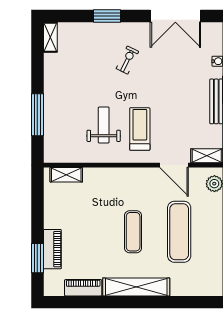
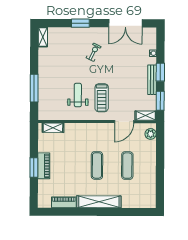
treadmill: (140, 129) -> (102, 98), turned 180
door: (174, 165) -> (124, 122), hinge flipped
exercise mat: (179, 232) -> (127, 166), width x0.73, depth x0.69
piano: (52, 249) -> (44, 166), moved
window: (37, 258) -> (34, 167), moved

